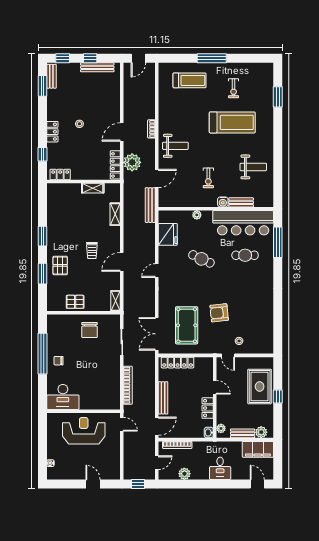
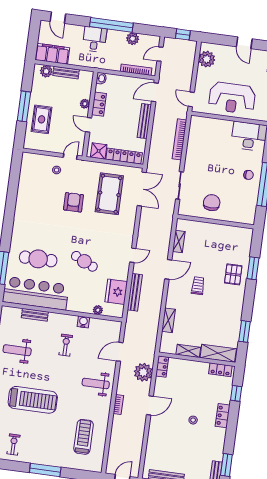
treadmill: (190, 80) -> (84, 437), moved, turned 90
exercise bike: (234, 88) -> (14, 445), moved
treadmill: (232, 122) -> (33, 400), turned 180
locker: (115, 165) -> (162, 367), width x0.66
shelving: (64, 190) -> (218, 353), added
water cooler: (223, 202) -> (83, 322), moved
bench: (150, 205) -> (135, 292), moved
plant: (197, 215) -> (98, 310), moved
window: (42, 236) -> (244, 331), moved
cafe table: (245, 255) -> (38, 259), width x1.37, depth x1.35
shelving: (116, 301) -> (179, 241), moved
pallet: (75, 302) -> (223, 234), removed
armchair: (219, 313) -> (73, 202), turned -84
door: (228, 355) -> (70, 156), hinge flipped
shower: (202, 364) -> (99, 151), added
rug: (260, 387) -> (42, 119), width x0.73, depth x0.70
window: (278, 396) -> (24, 106), width x2.17
plant: (221, 428) -> (85, 104), moved
plant: (112, 464) -> (207, 59), added
door: (93, 484) -> (244, 43), moved
window: (206, 484) -> (111, 25), added

